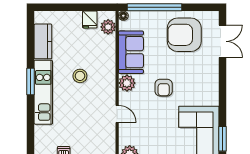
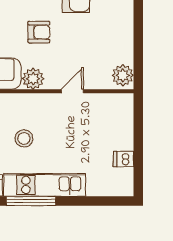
window: (31, 81) -> (31, 201), width x1.44

